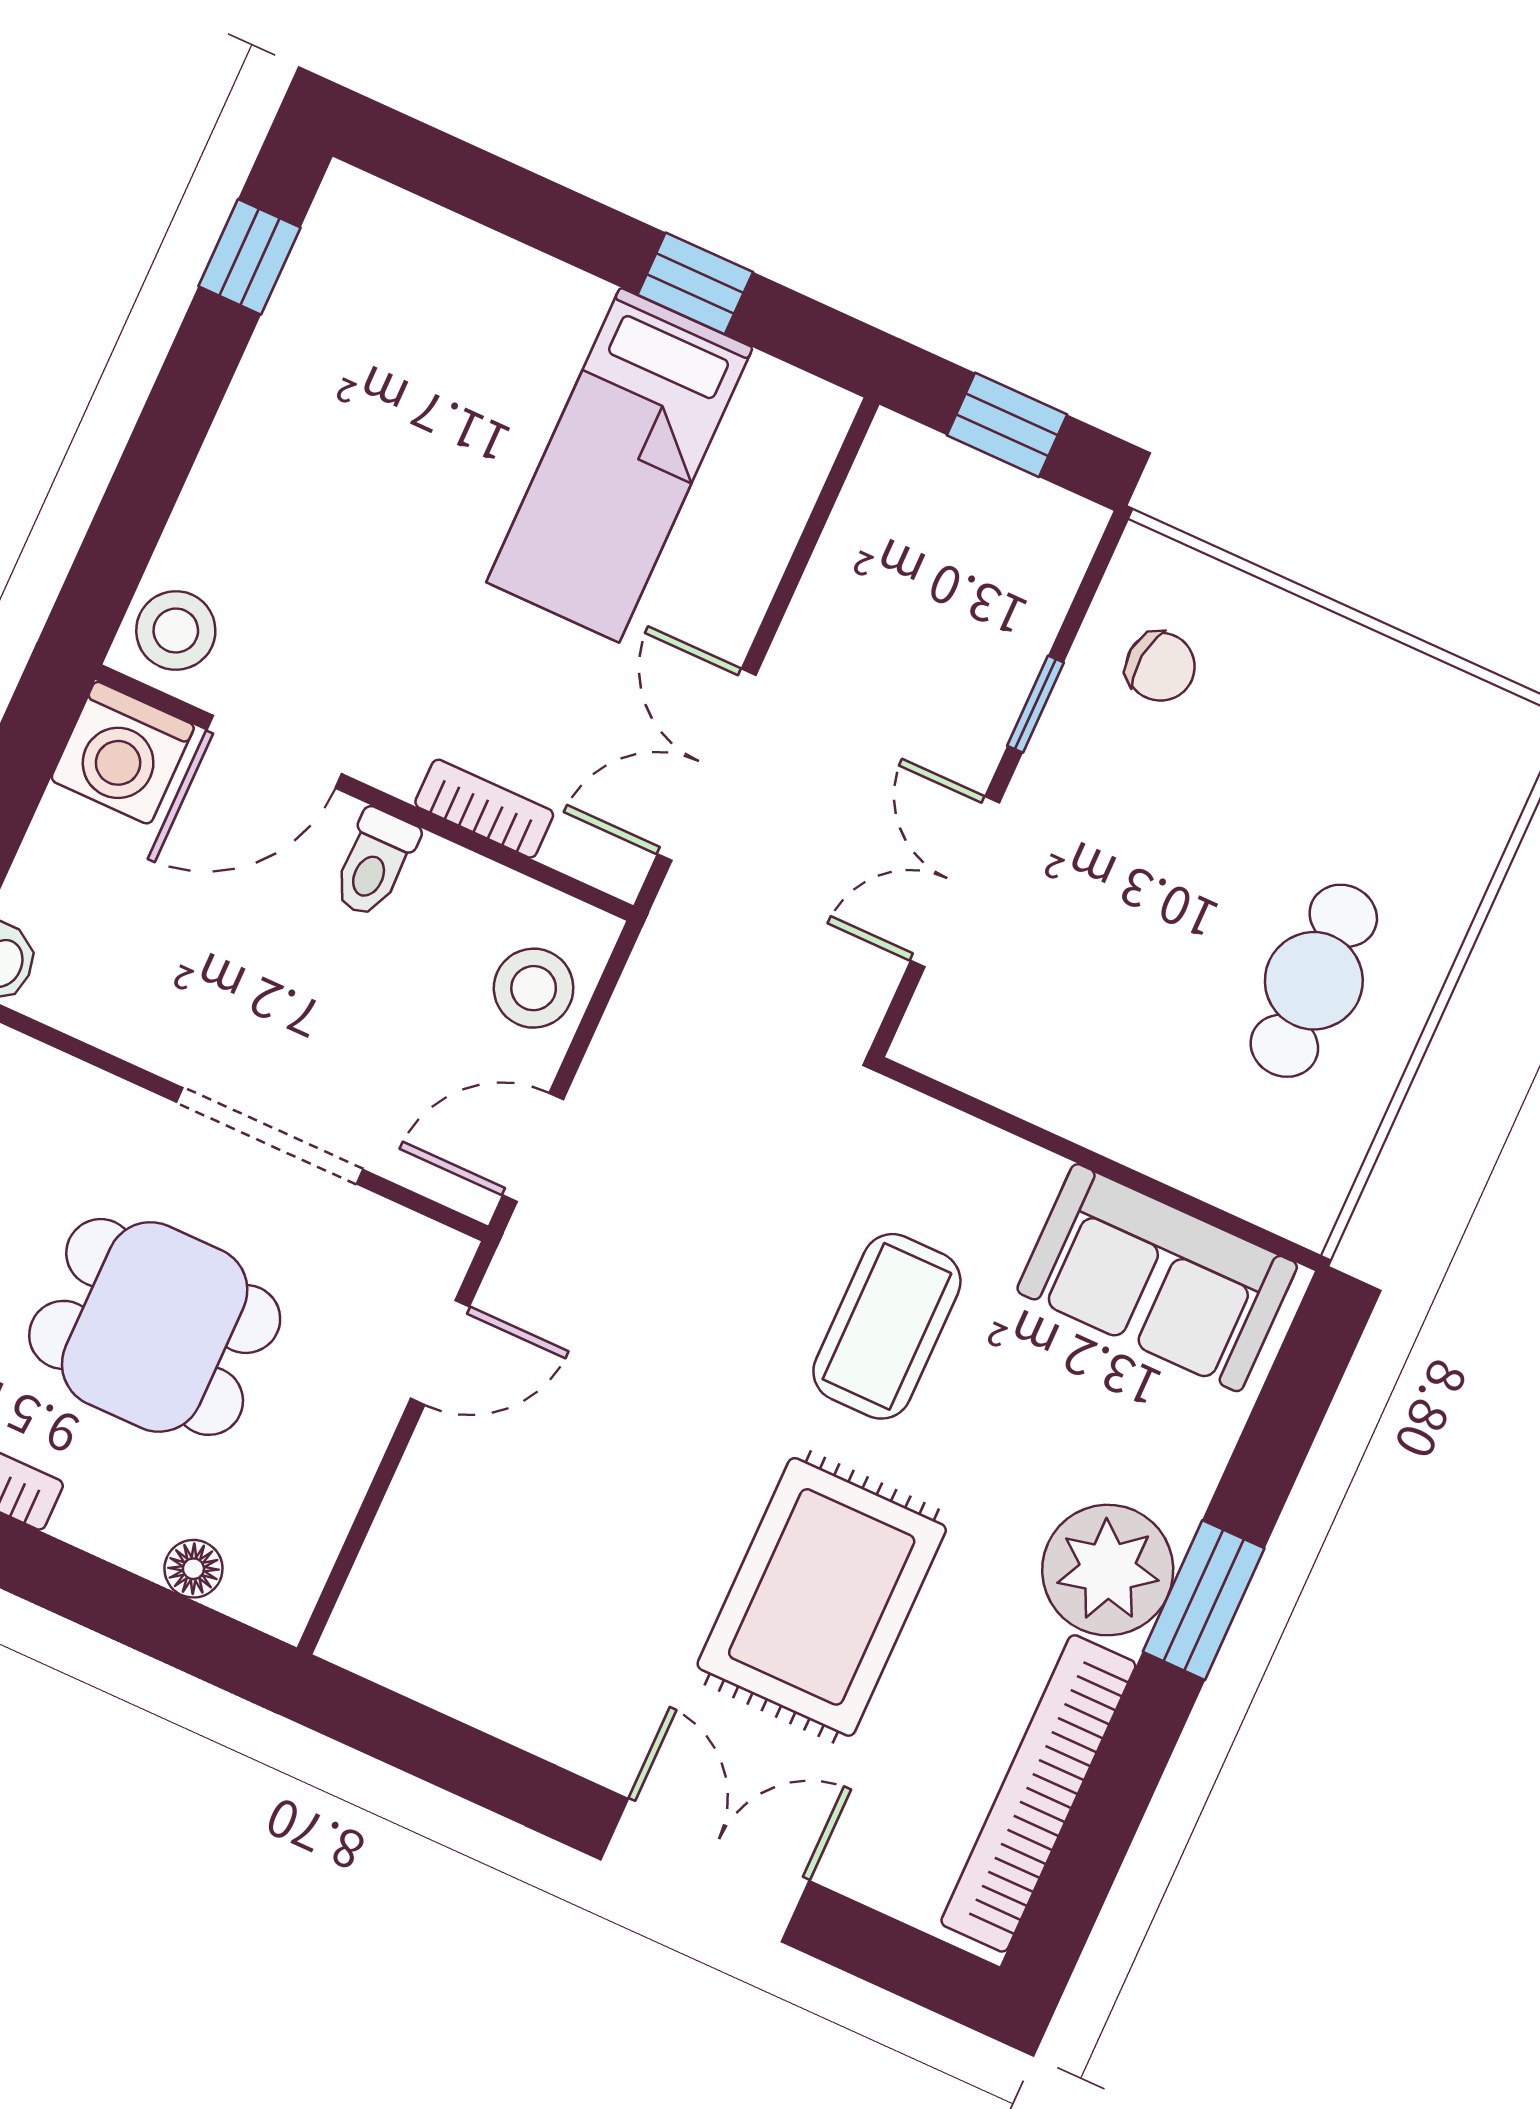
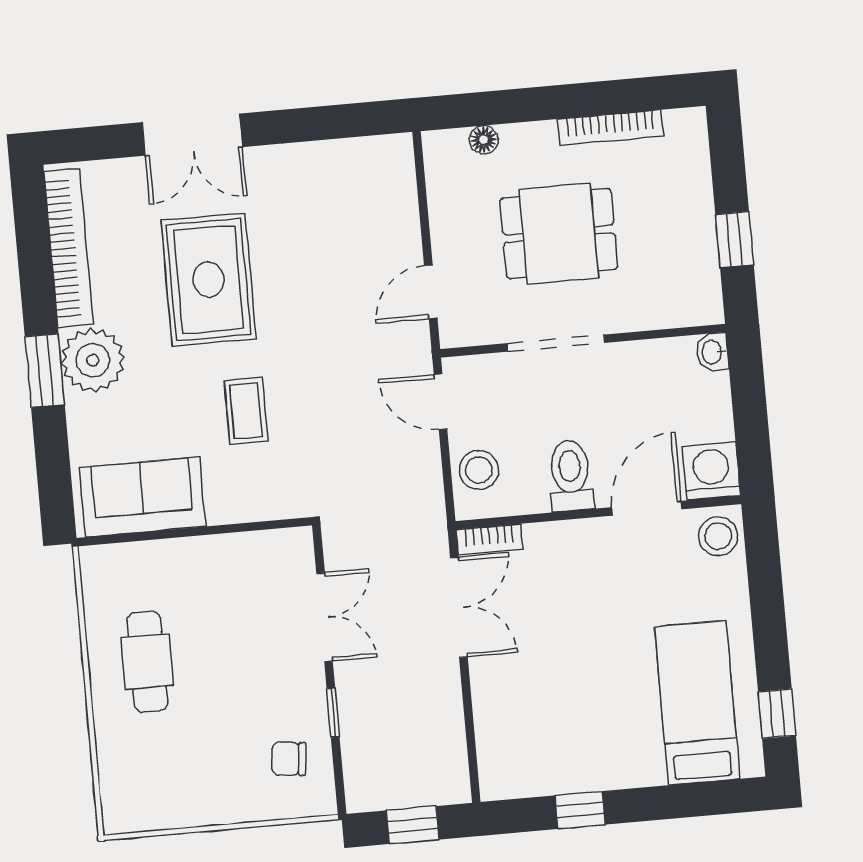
bed: (620, 465) -> (697, 703), moved
bookcase: (484, 809) -> (490, 540), moved
toilet: (375, 863) -> (570, 476), width x1.37, depth x1.39
door: (533, 1147) -> (441, 402), swing flipped
coffee table: (887, 1326) -> (246, 411), width x0.73, depth x0.77

